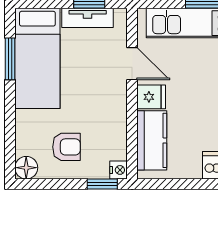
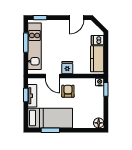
door: (132, 64) -> (53, 76), swing flipped
kitchen counter: (152, 140) -> (97, 59), moved, turned -90
armchair: (66, 147) -> (68, 91), moved

